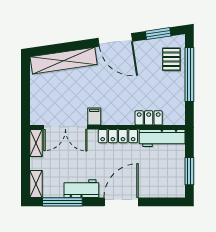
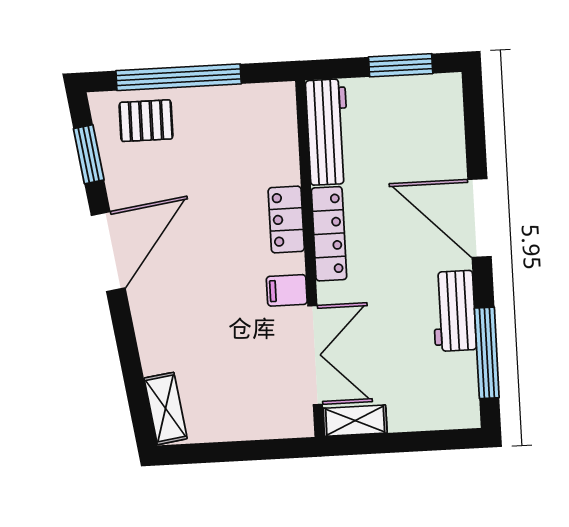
shelving: (64, 61) -> (166, 408), width x0.45, depth x0.75
locker: (149, 118) -> (286, 219), moved
shelving: (36, 184) -> (449, 416), removed

